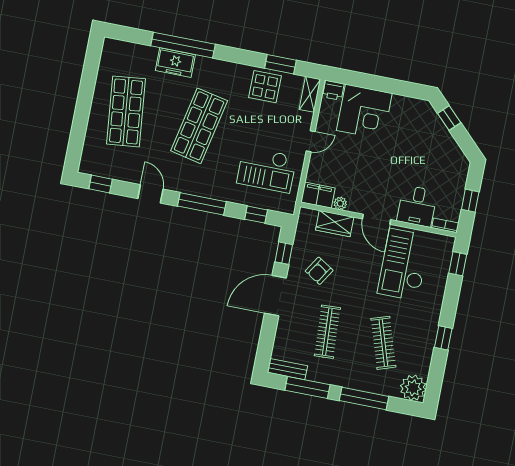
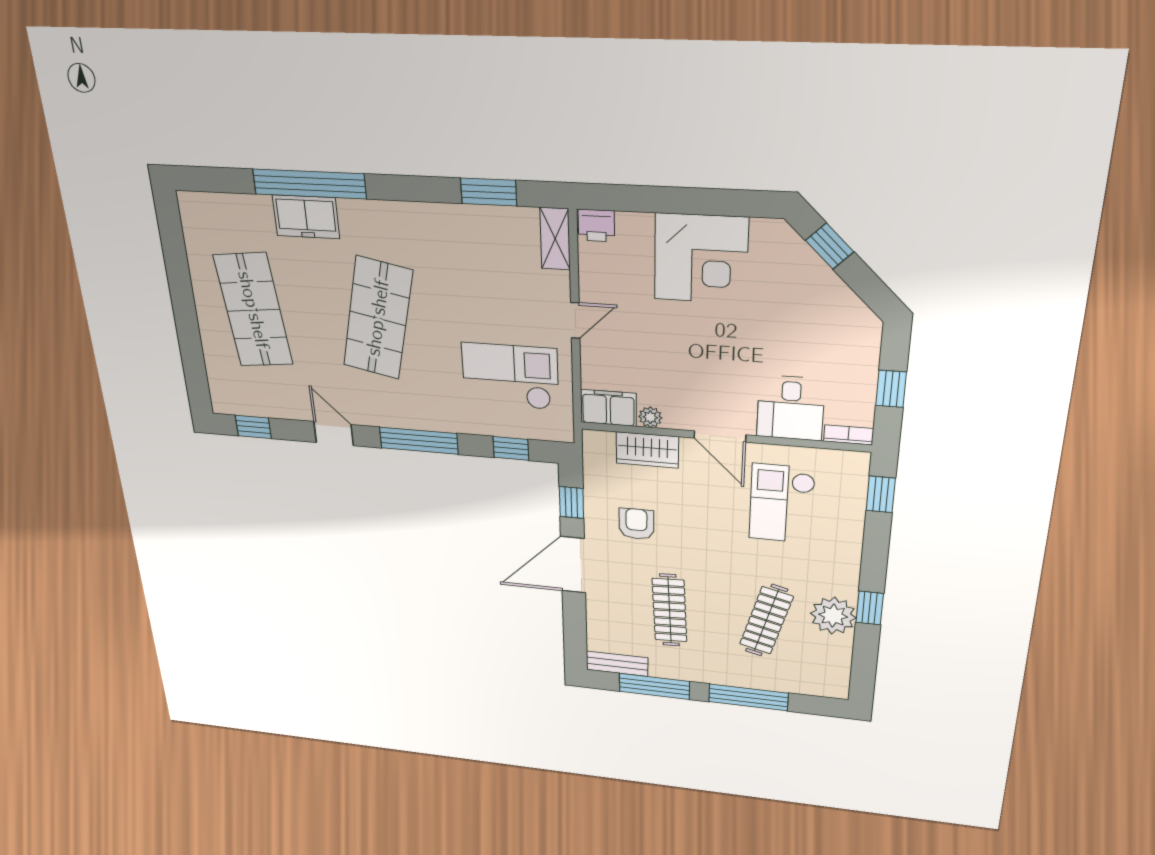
display table: (265, 87) -> (471, 236), removed
corner desk: (364, 112) -> (701, 259), moved
checkout: (267, 170) -> (510, 376), turned 180
checkout: (404, 265) -> (782, 504), width x0.73, depth x0.83
armchair: (319, 271) -> (636, 524), turned 148
clothes rail: (383, 343) -> (766, 620), turned 33
plant: (413, 388) -> (833, 616), moved

